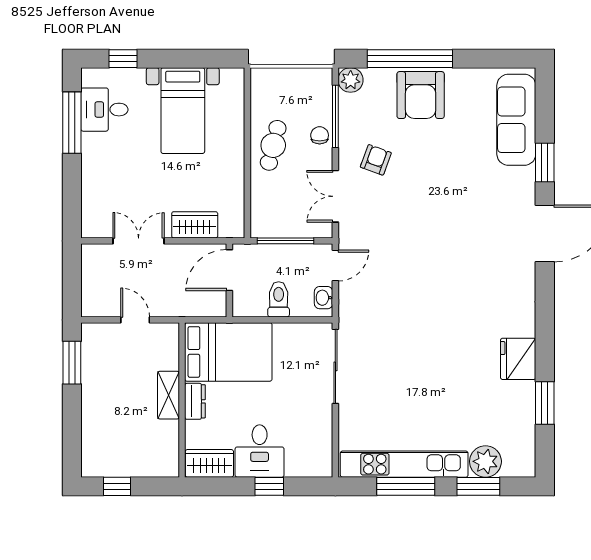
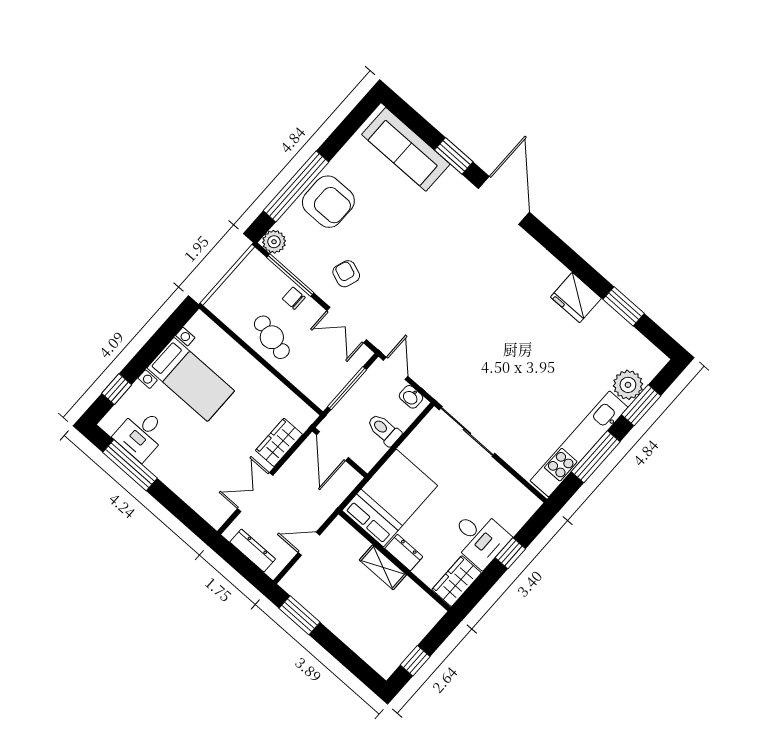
dresser: (90, 280) -> (253, 551), added

